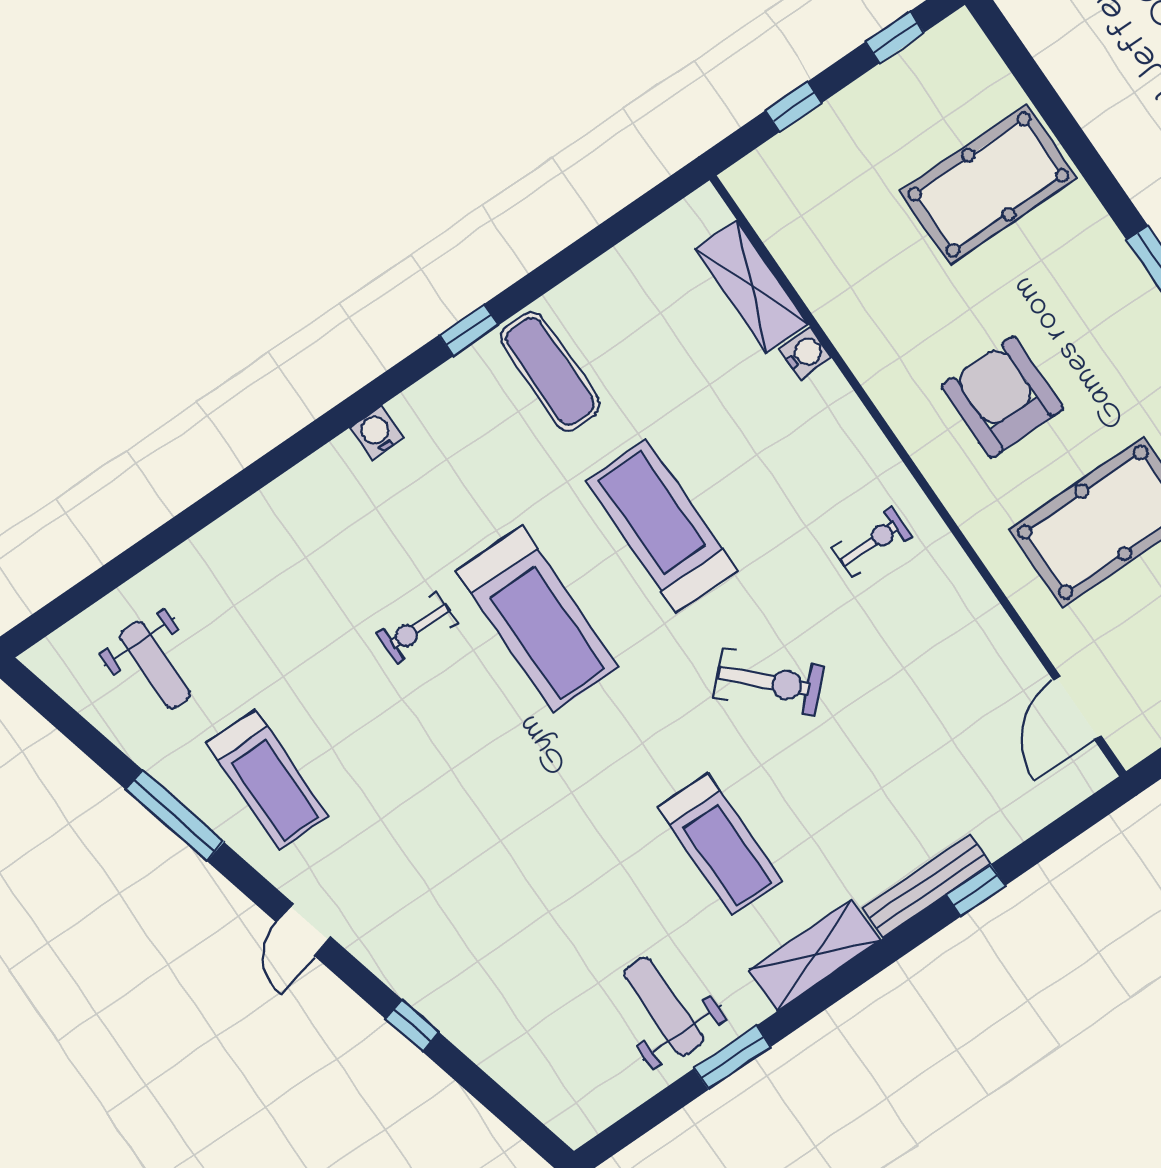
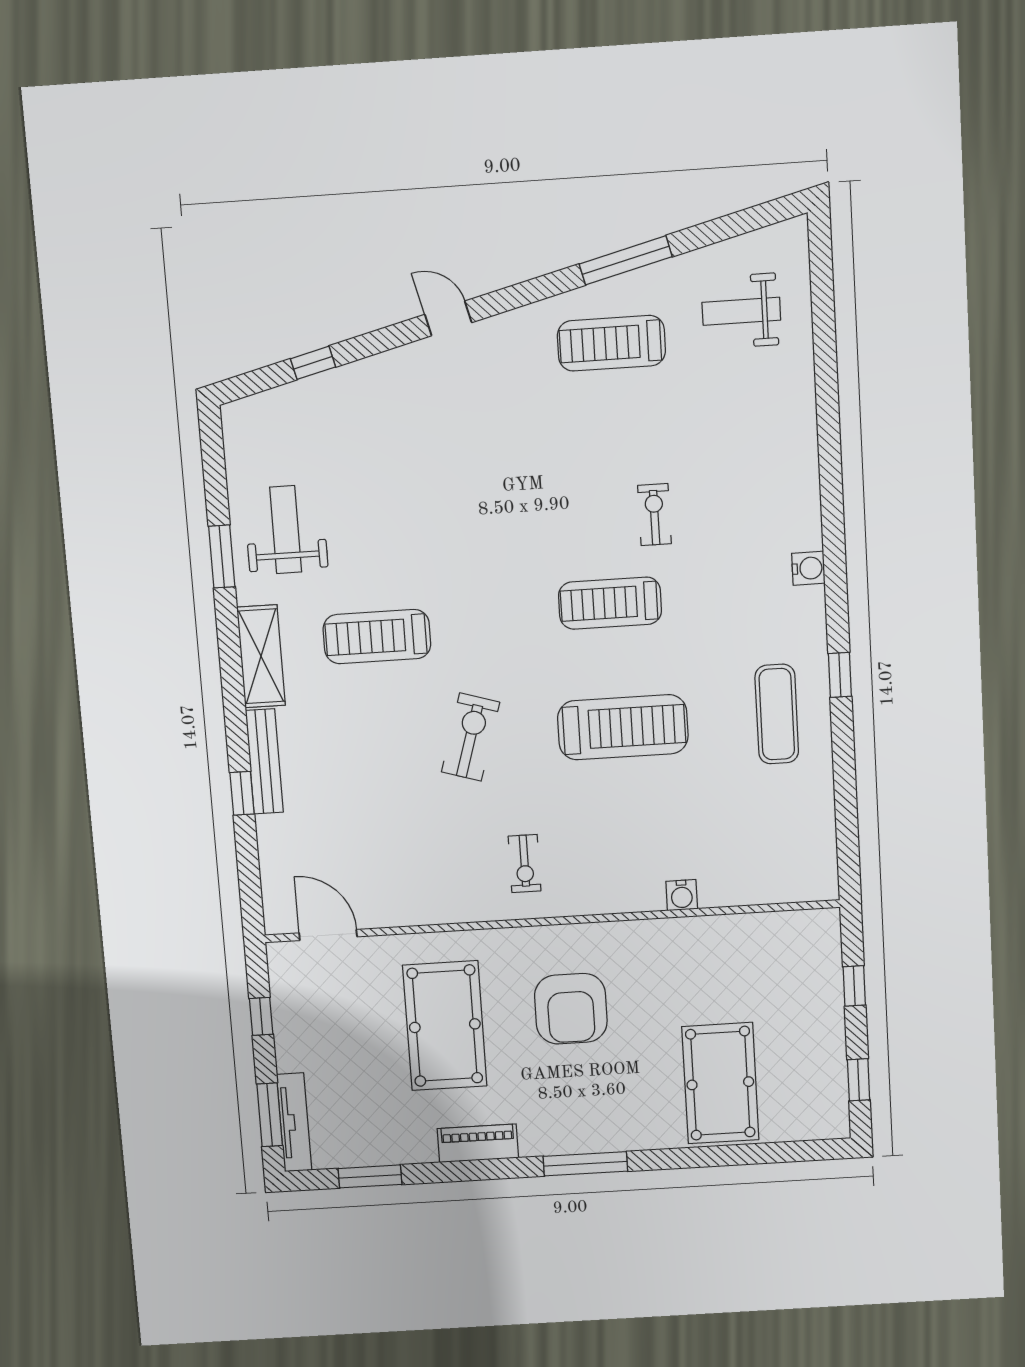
shelving: (752, 286) -> (750, 886), removed
exercise mat: (550, 371) -> (777, 714), turned 90
armchair: (1002, 397) -> (571, 1009), turned 90
treadmill: (538, 619) -> (610, 603), width x0.73, depth x0.73
exercise bike: (769, 682) -> (470, 737), turned 152
door: (304, 930) -> (448, 319), moved
weight bench: (664, 1006) -> (286, 530), turned -90
window: (412, 1026) -> (313, 363), moved

